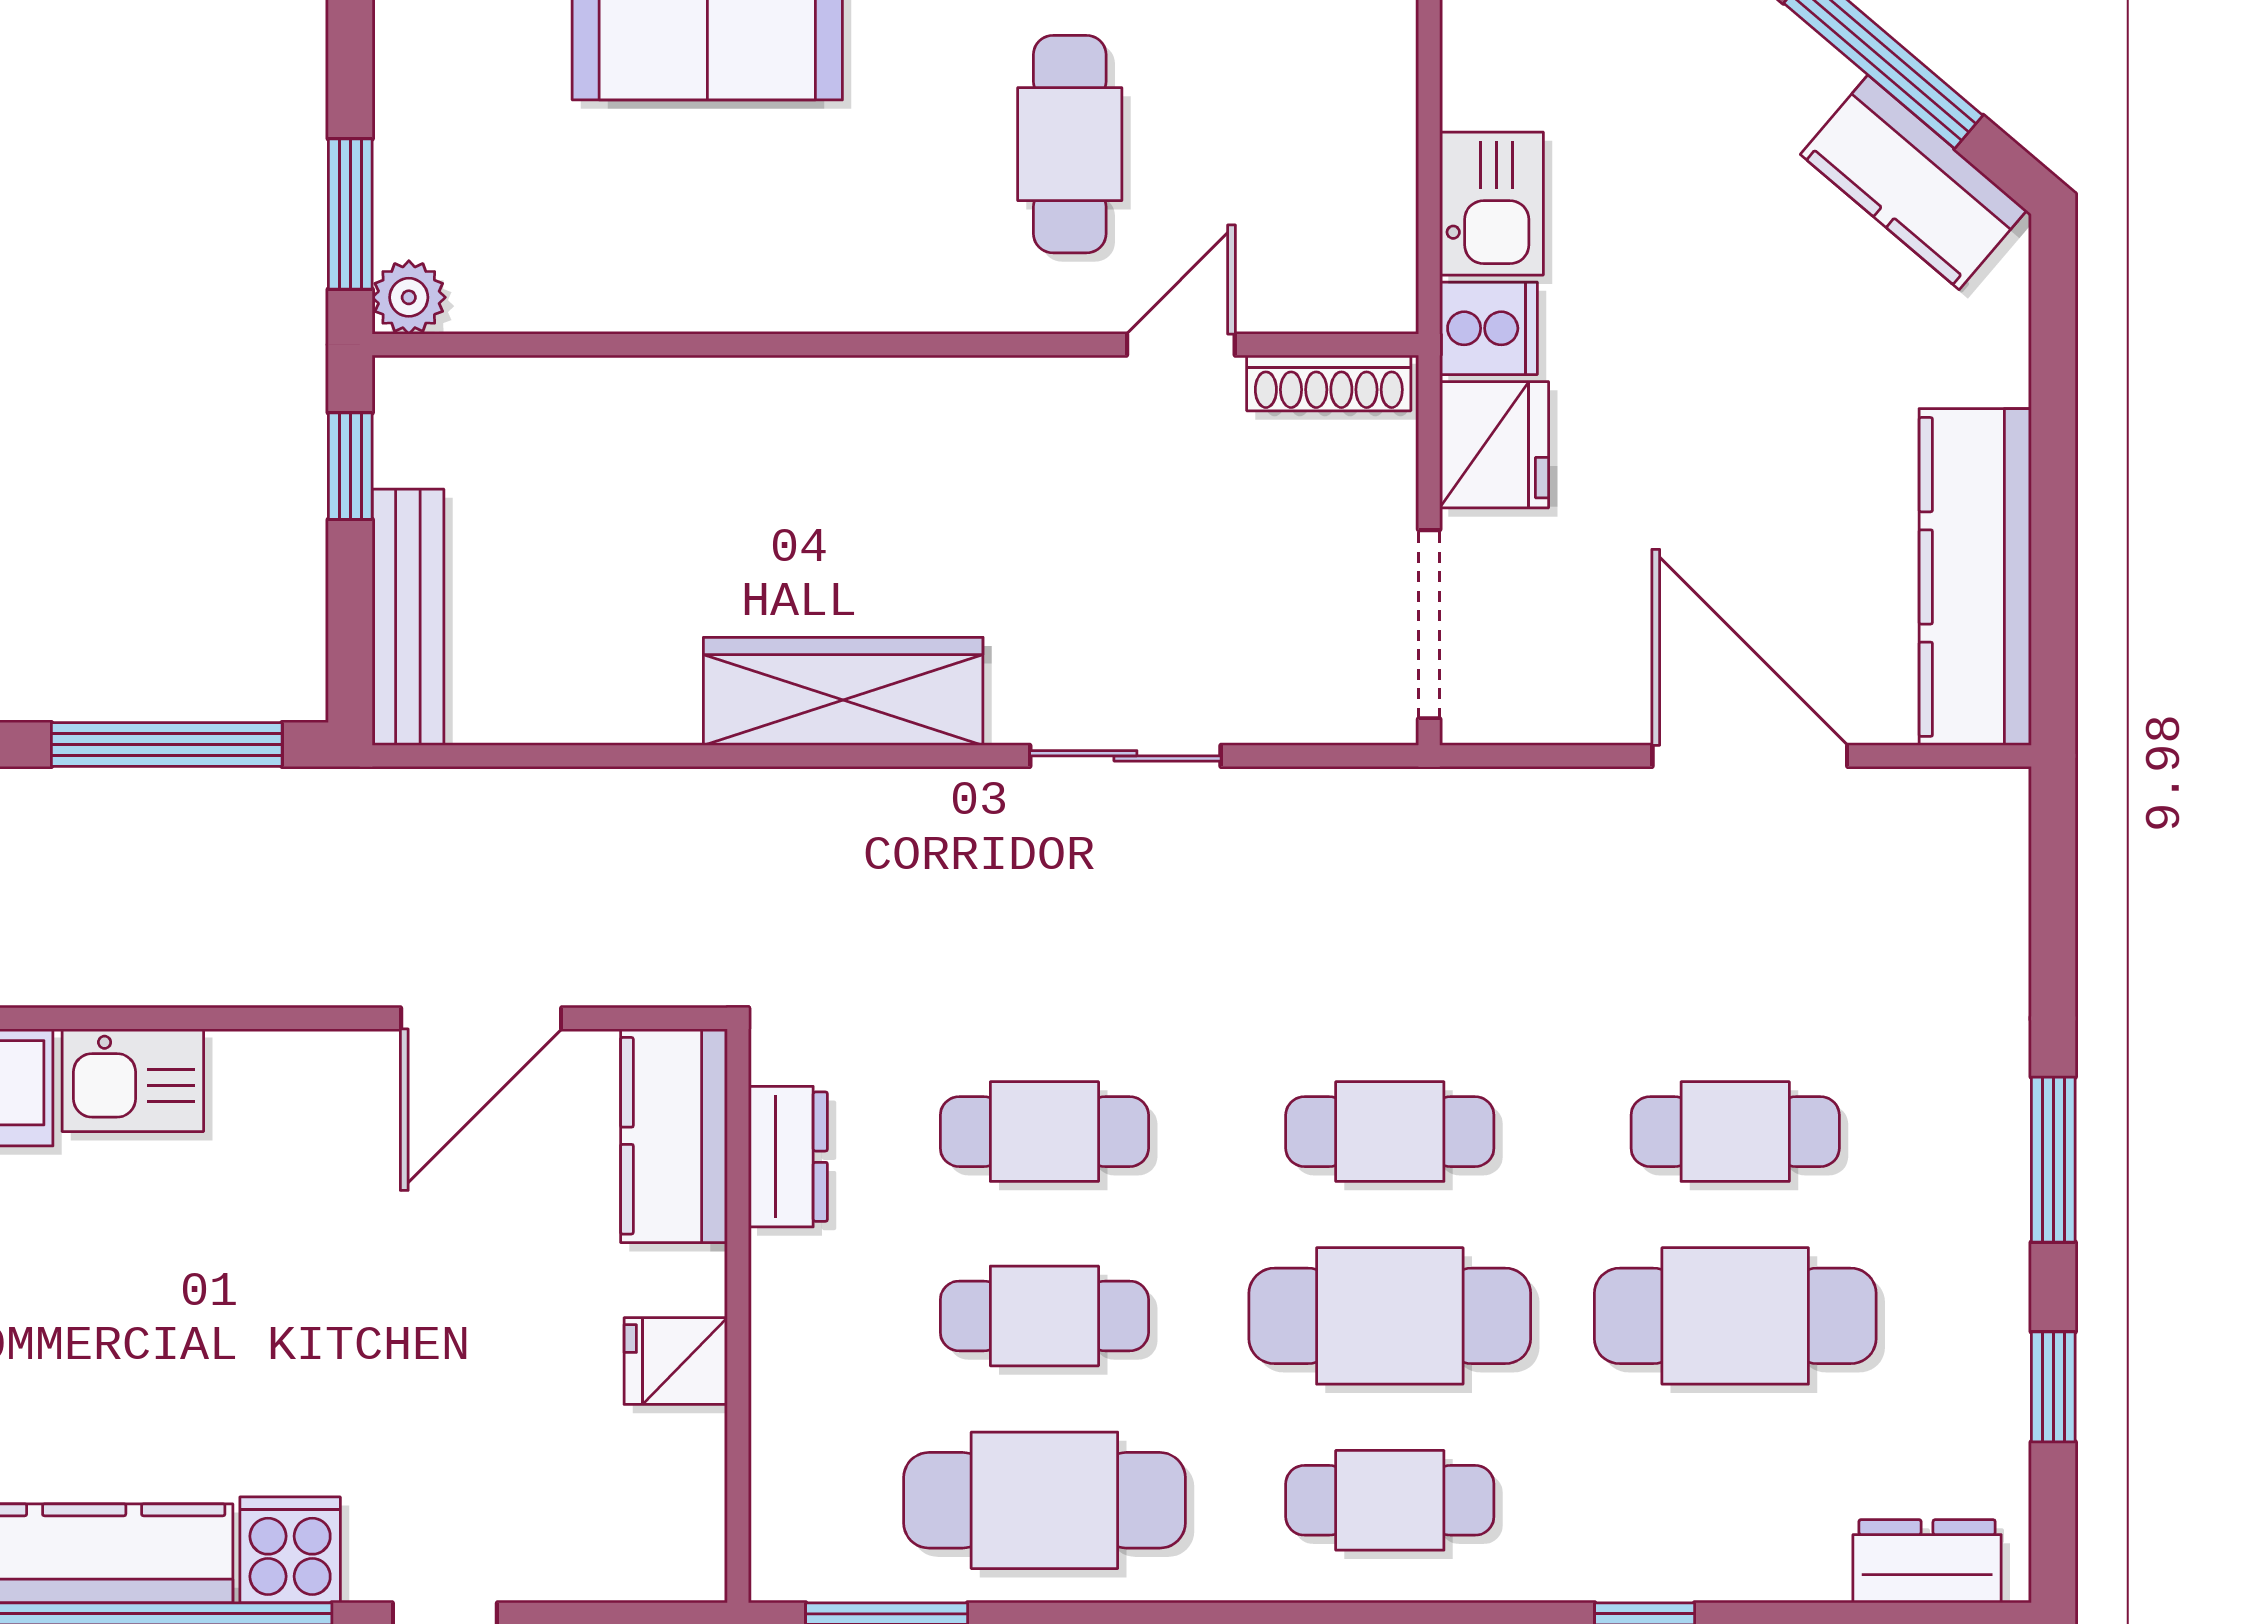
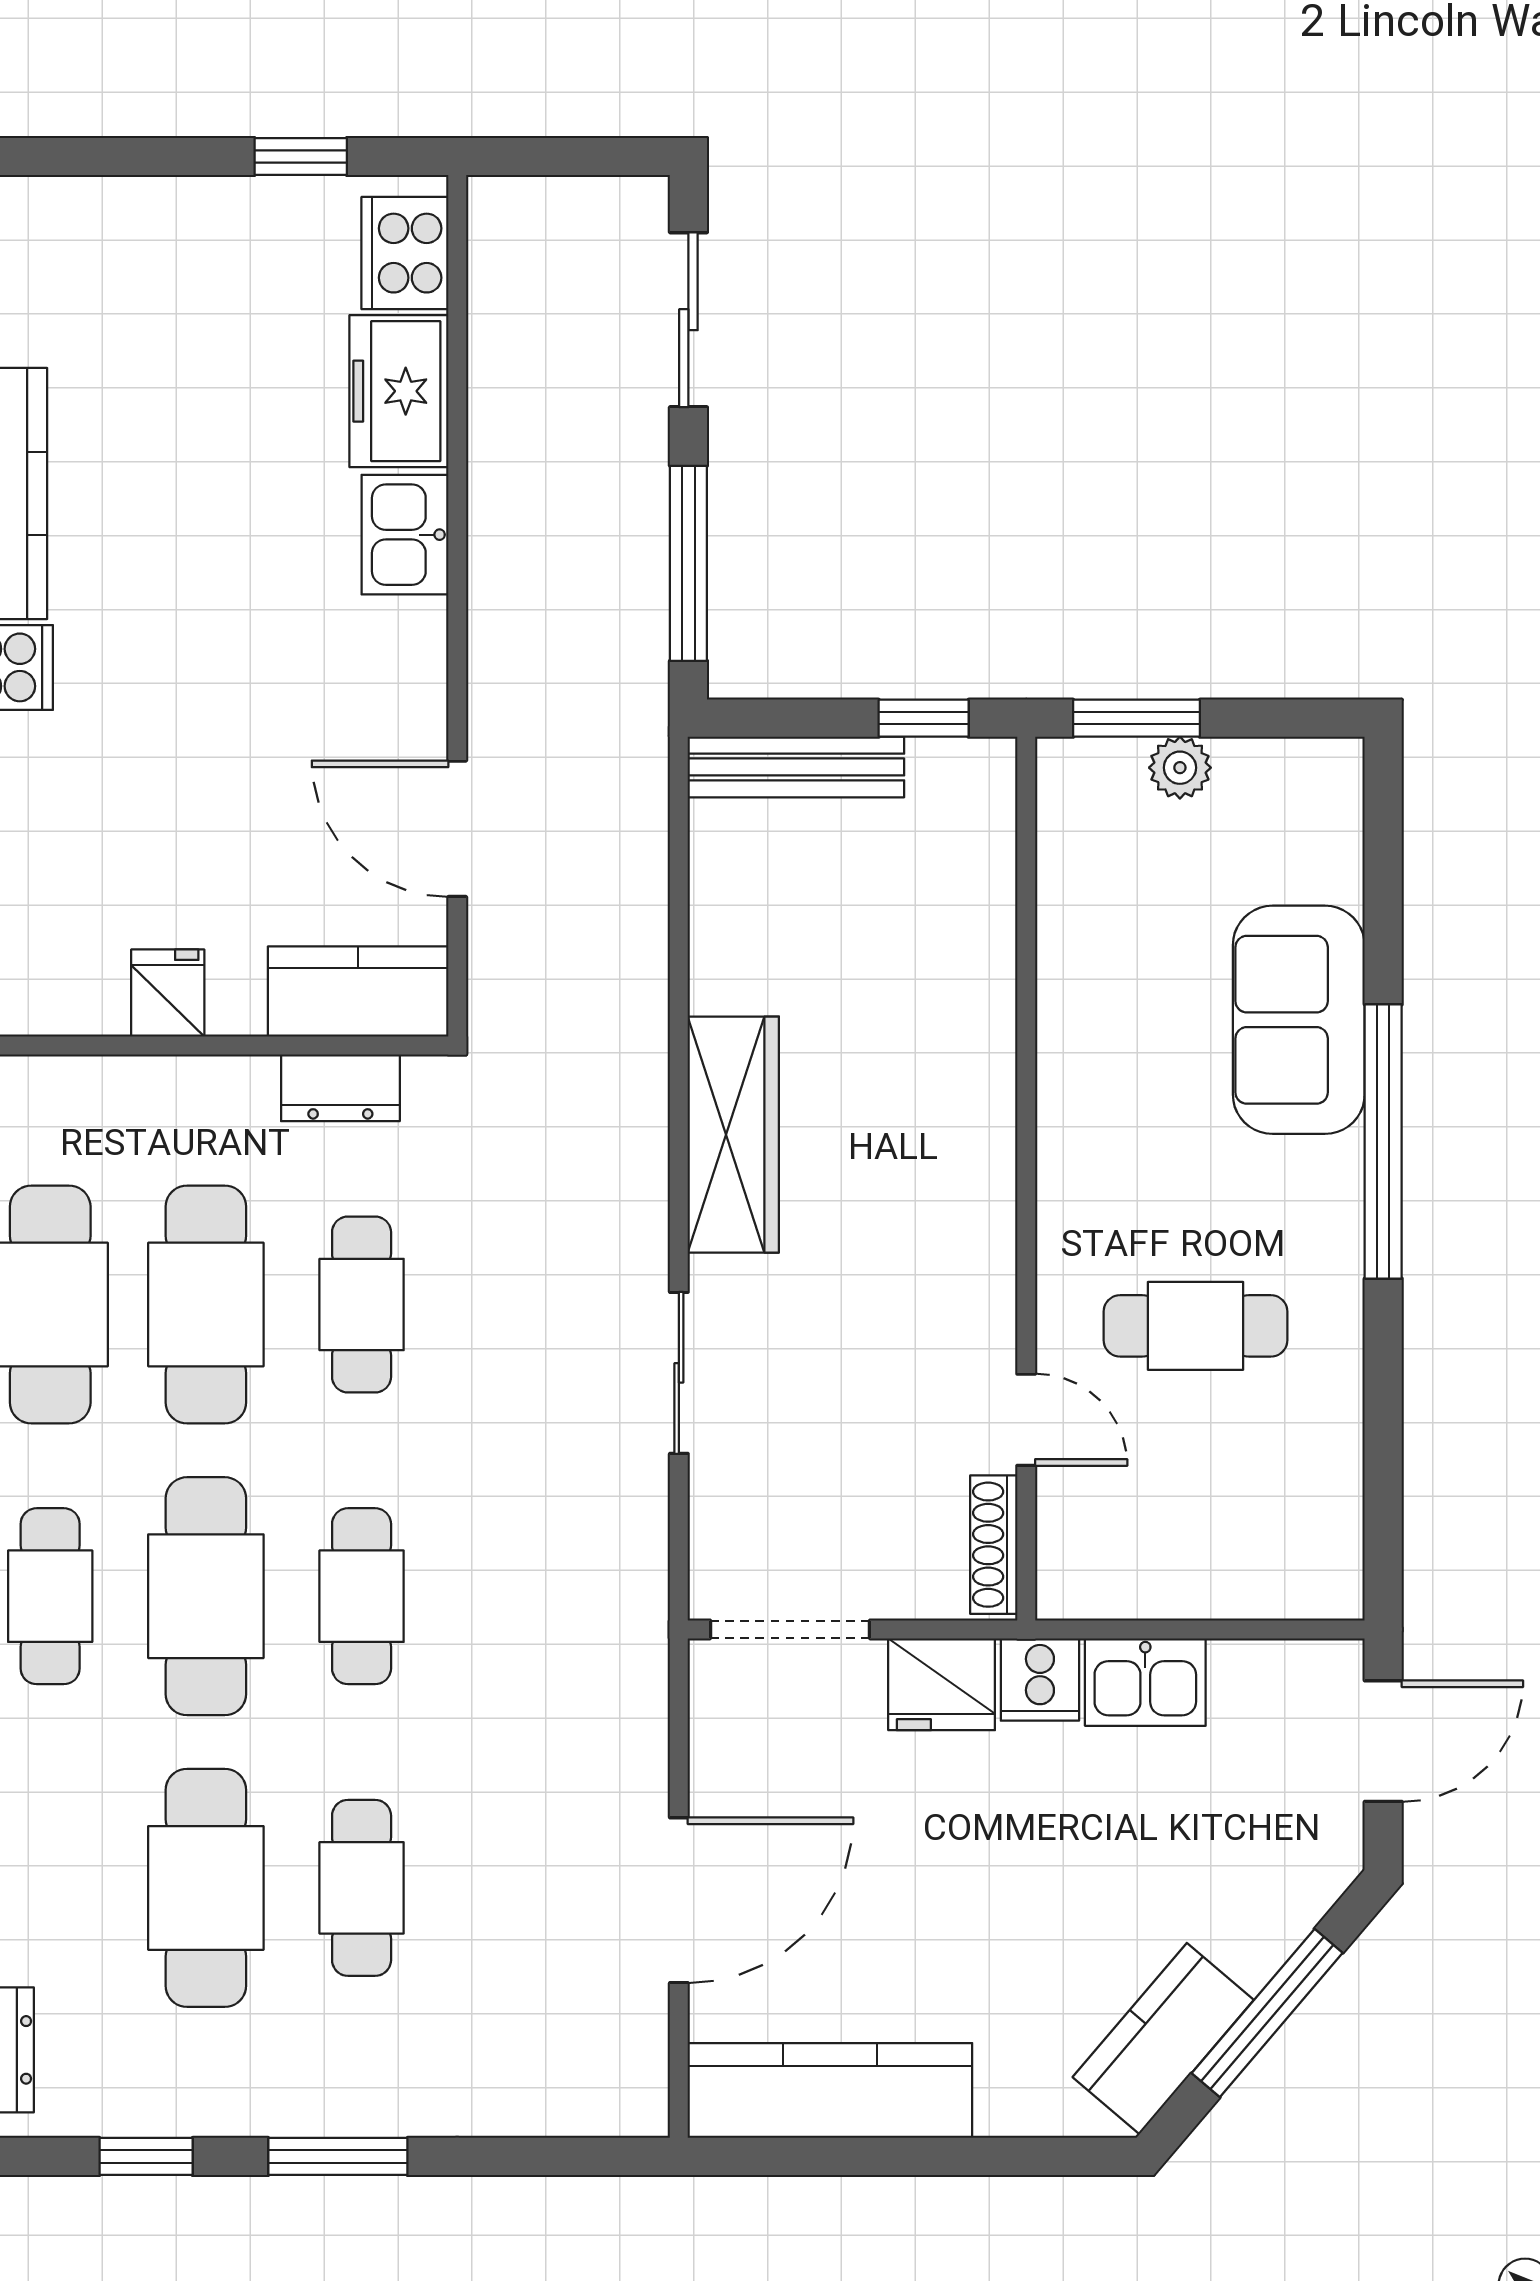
plant: (409, 297) -> (1180, 768), moved
cafe table: (1044, 1316) -> (206, 1305), width x1.37, depth x1.35

